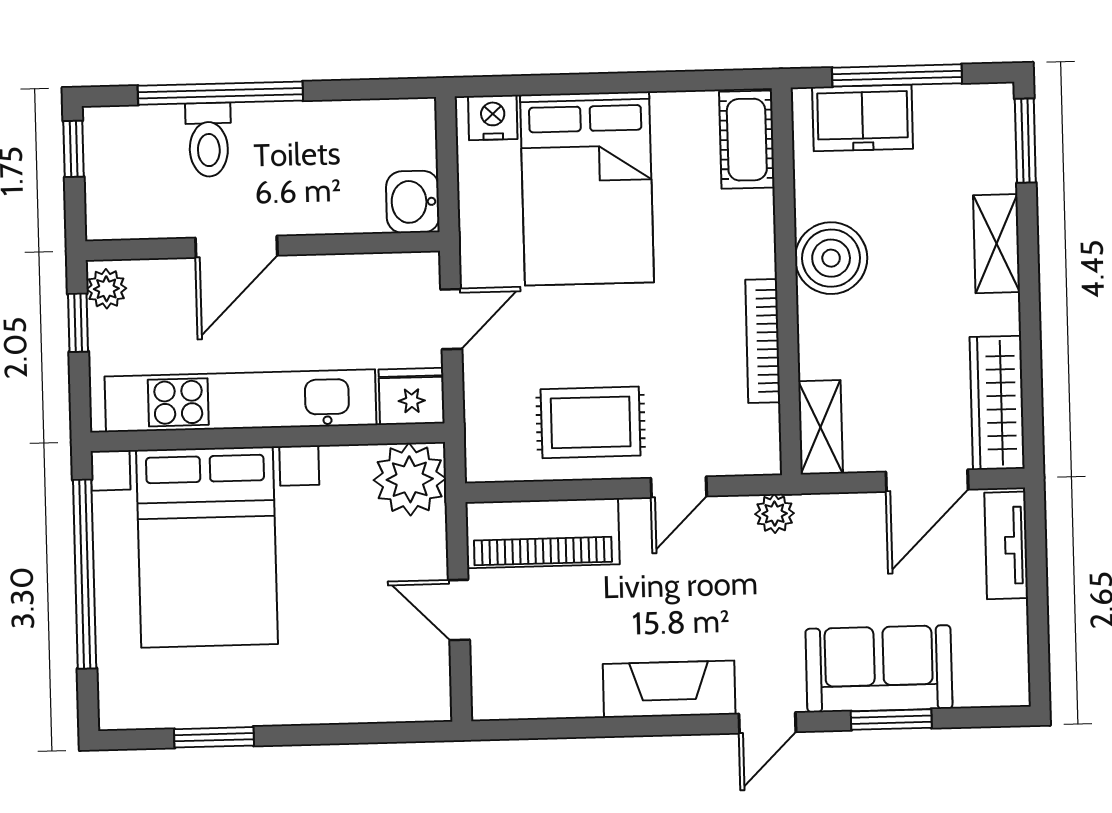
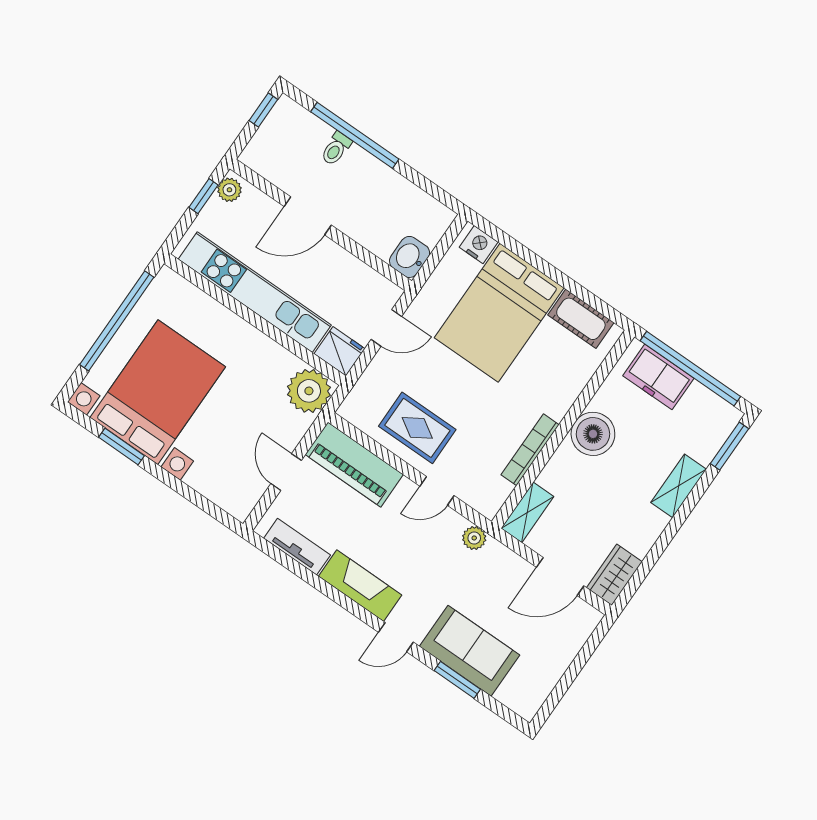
window: (897, 75) -> (690, 369), width x1.46
toilet: (209, 140) -> (336, 149), width x0.73, depth x0.72
cot: (747, 140) -> (581, 319), moved, turned 90
wardrobe: (997, 403) -> (614, 575), width x0.67
tv unit: (1006, 545) -> (297, 547), moved, turned 90
bed with nightstands: (207, 547) -> (158, 392), moved, turned 180

